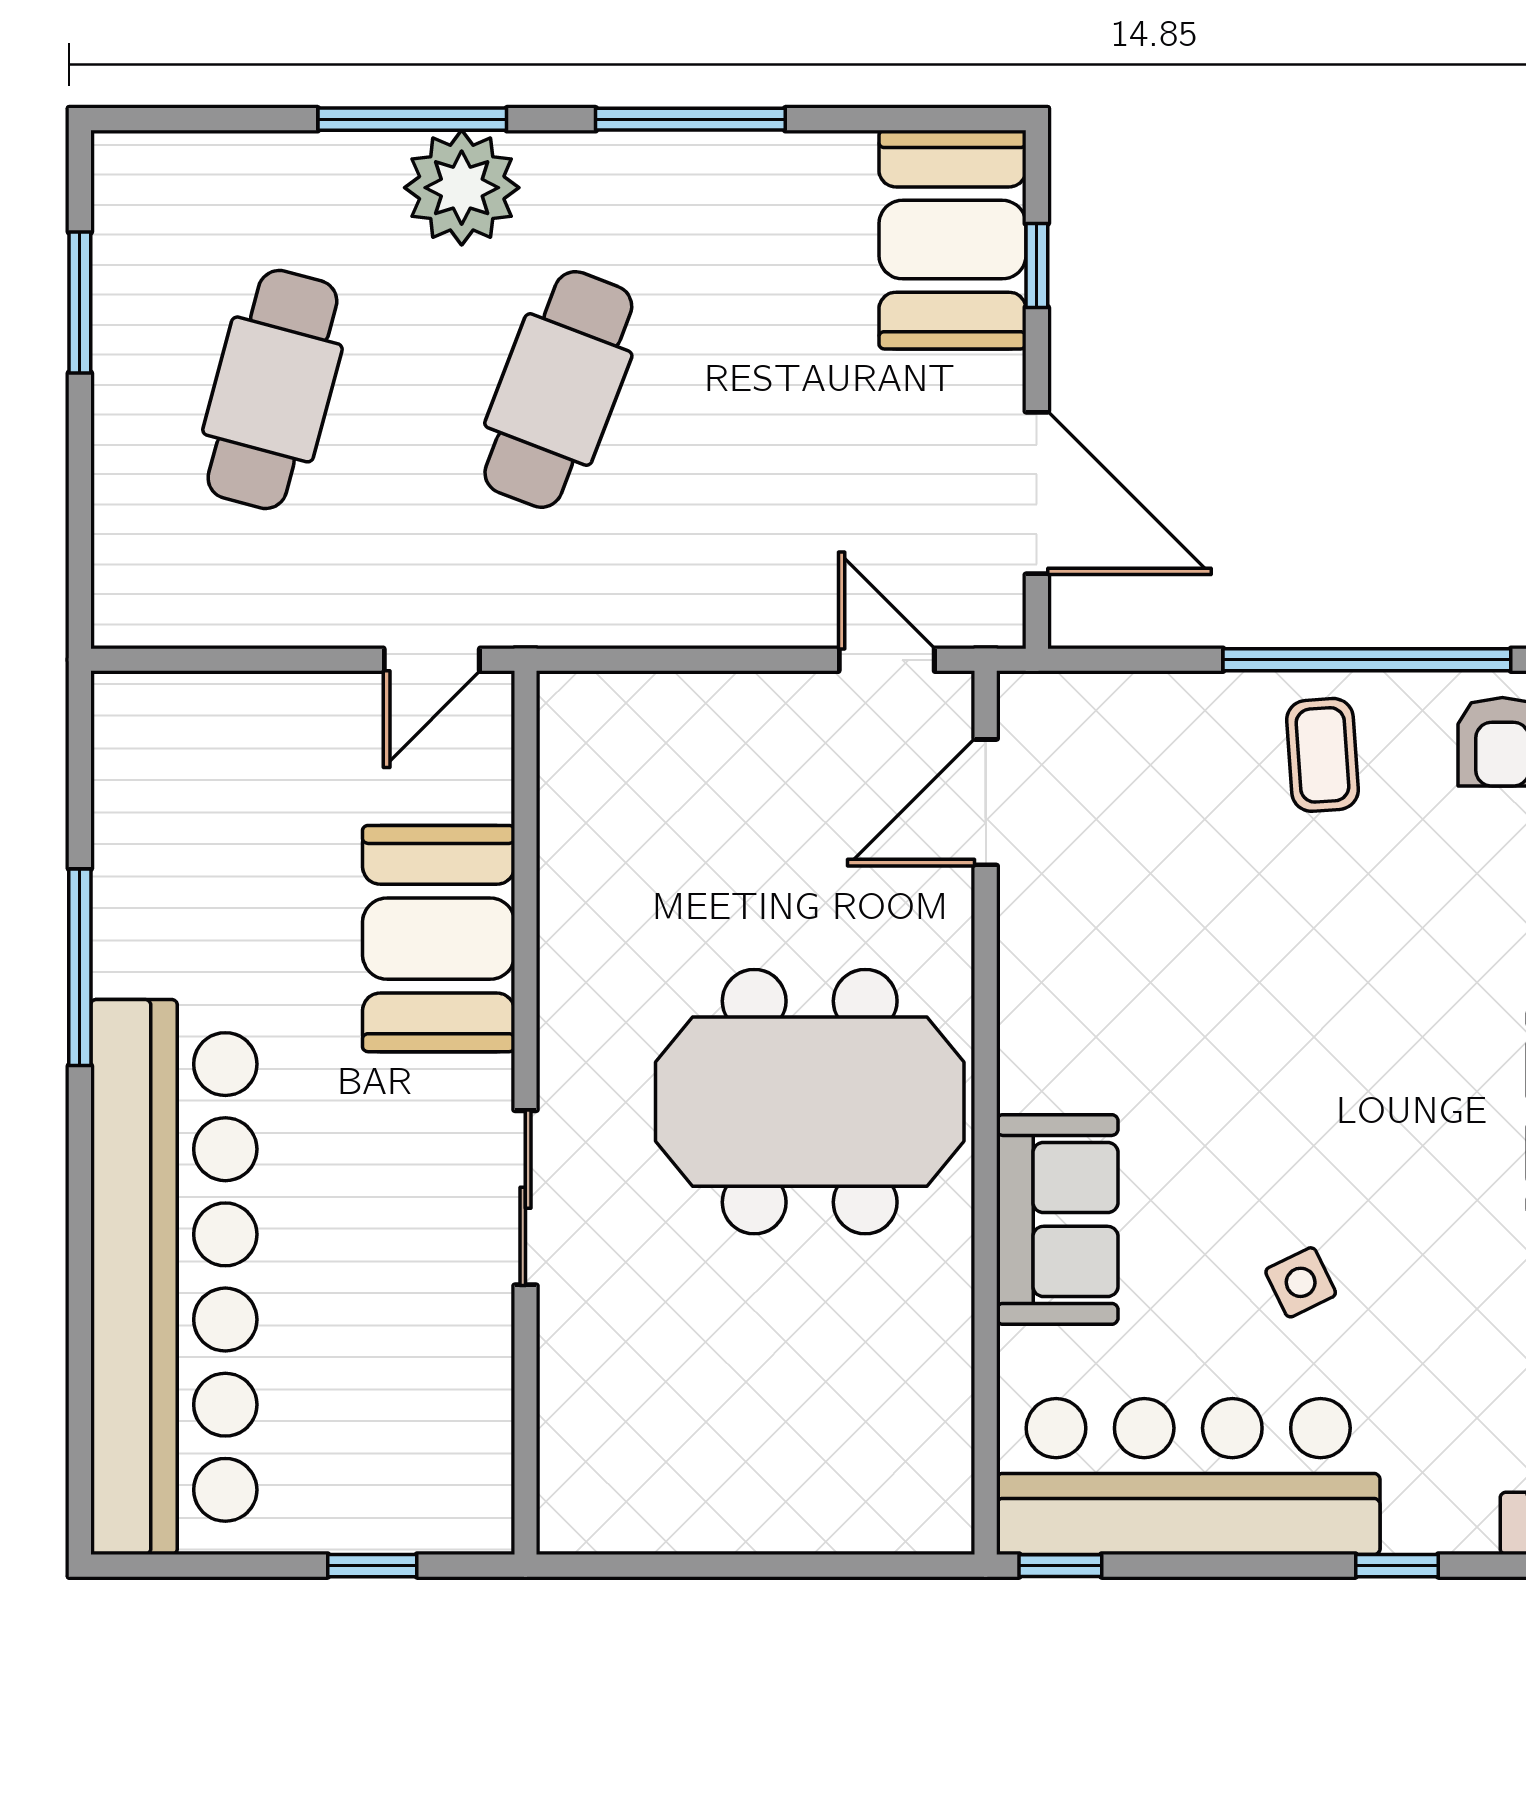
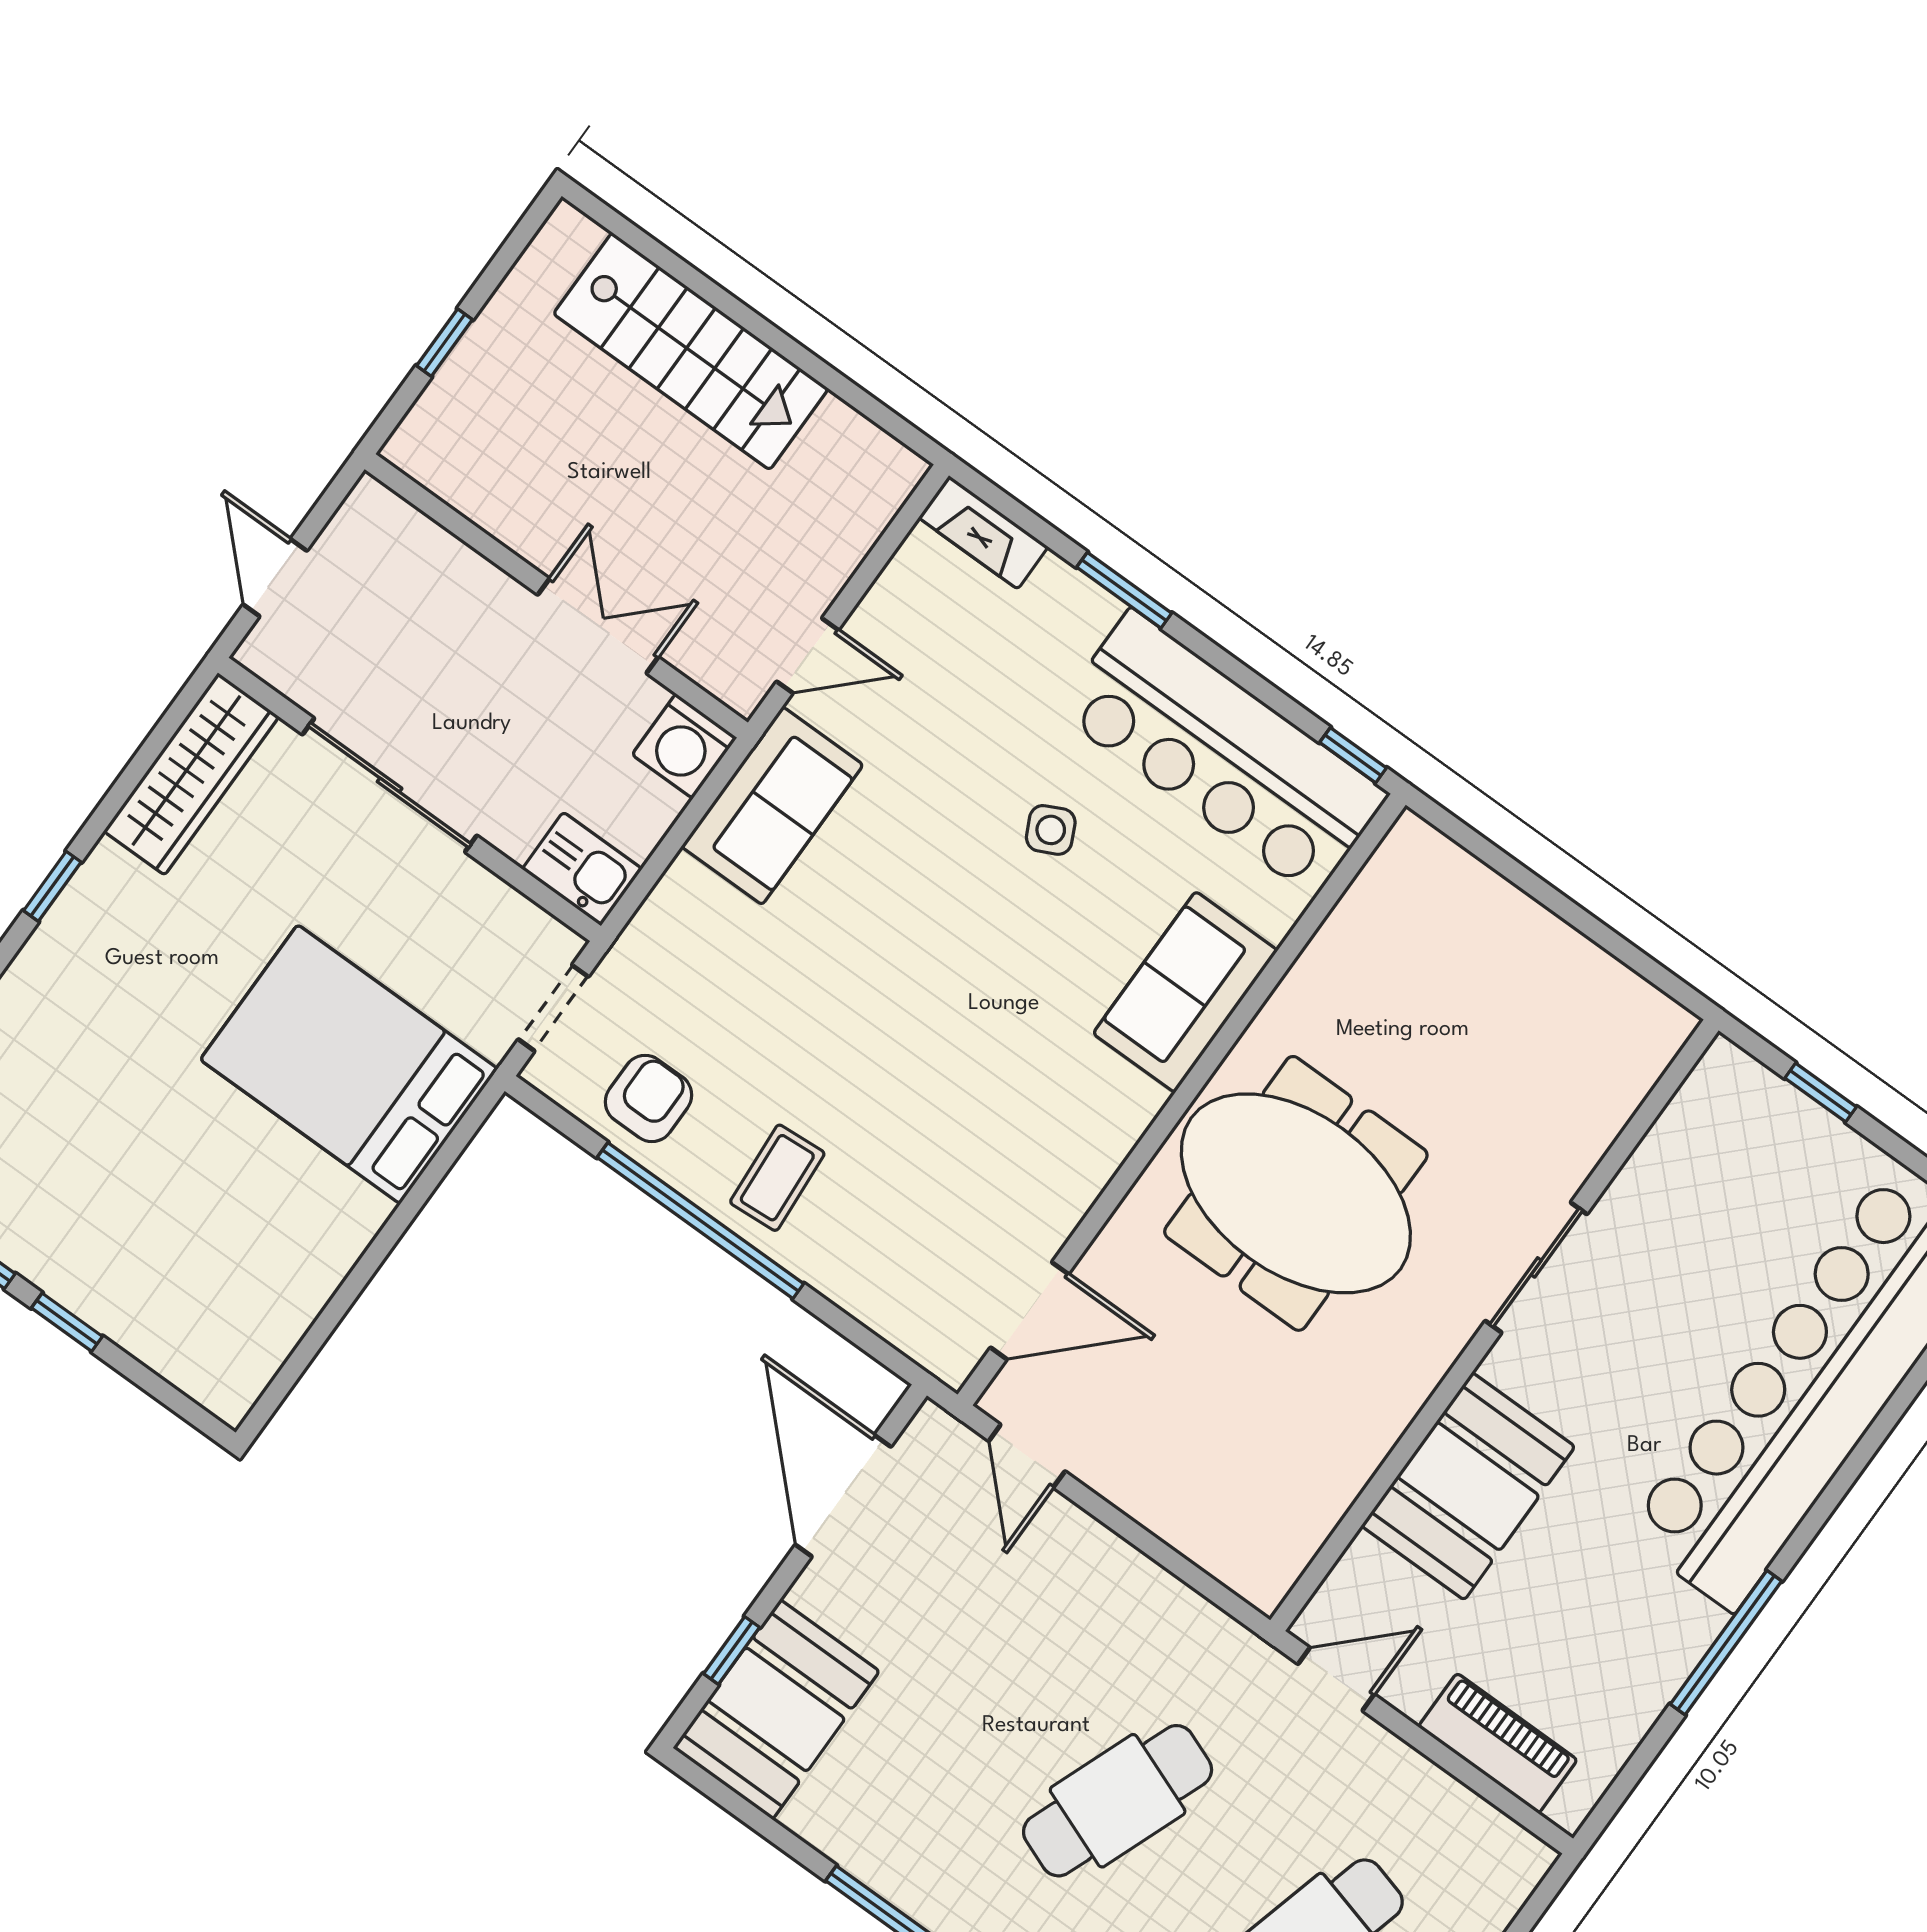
piano: (231, 710) -> (1498, 1743), added
window: (1397, 1566) -> (1124, 590), width x1.50

